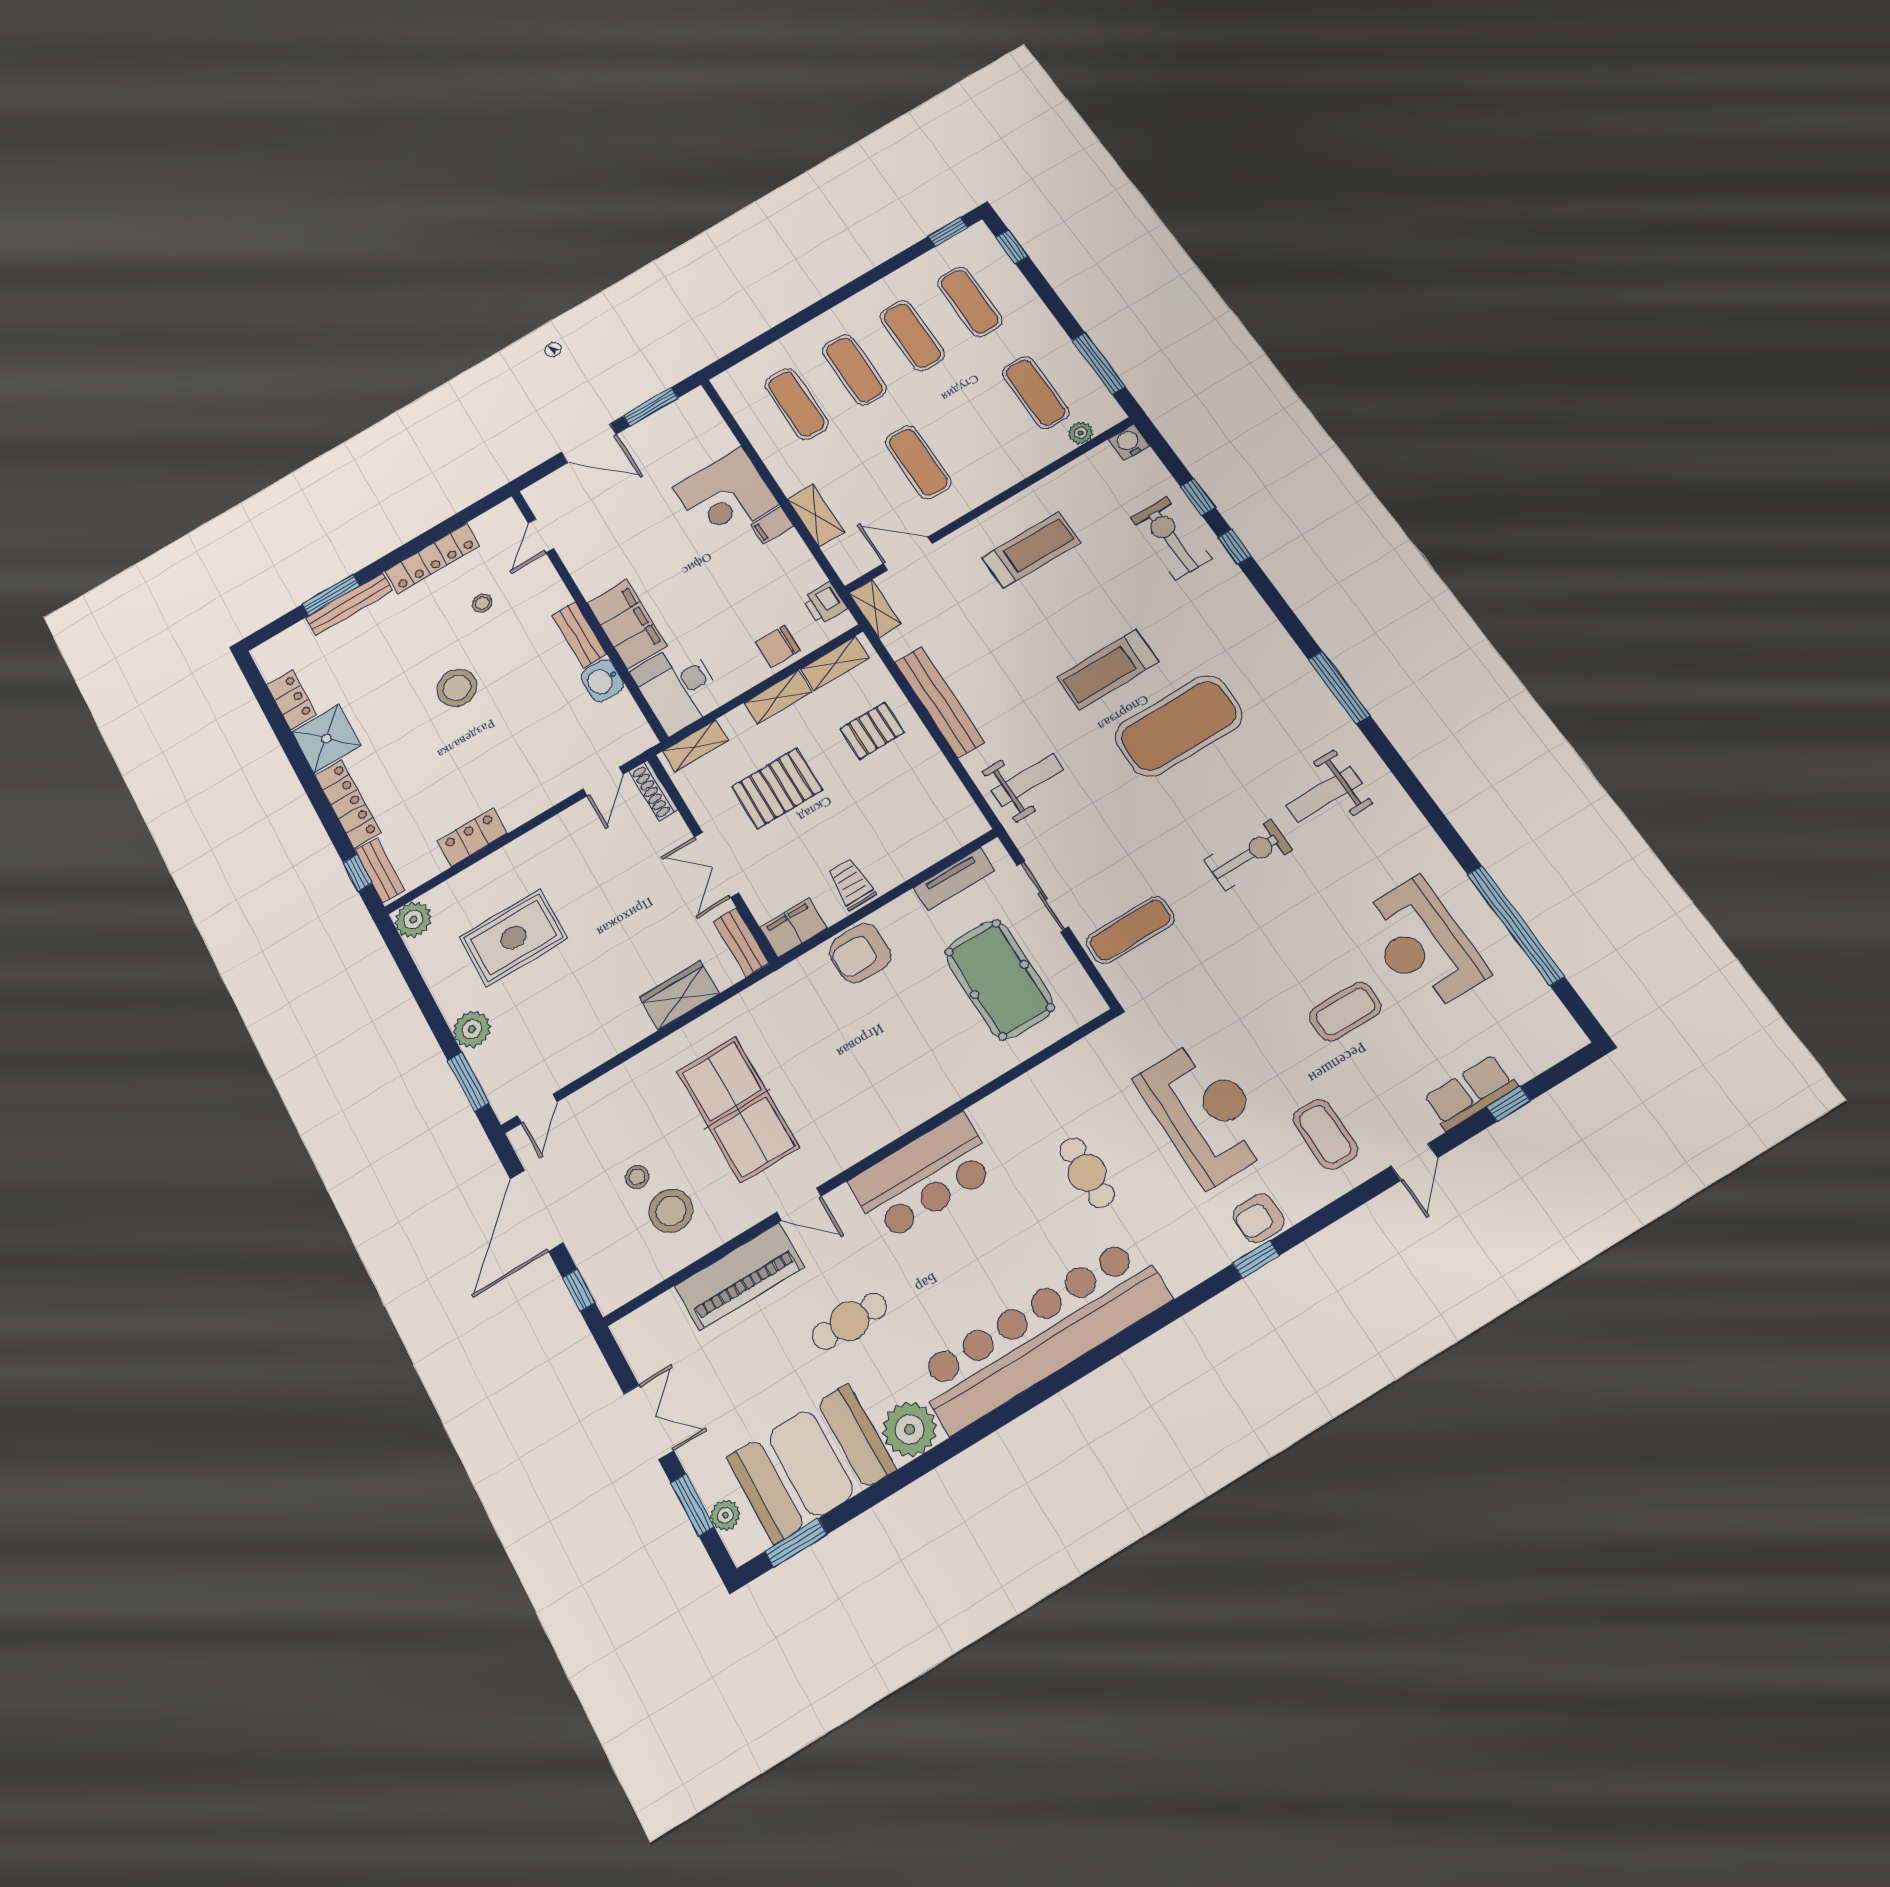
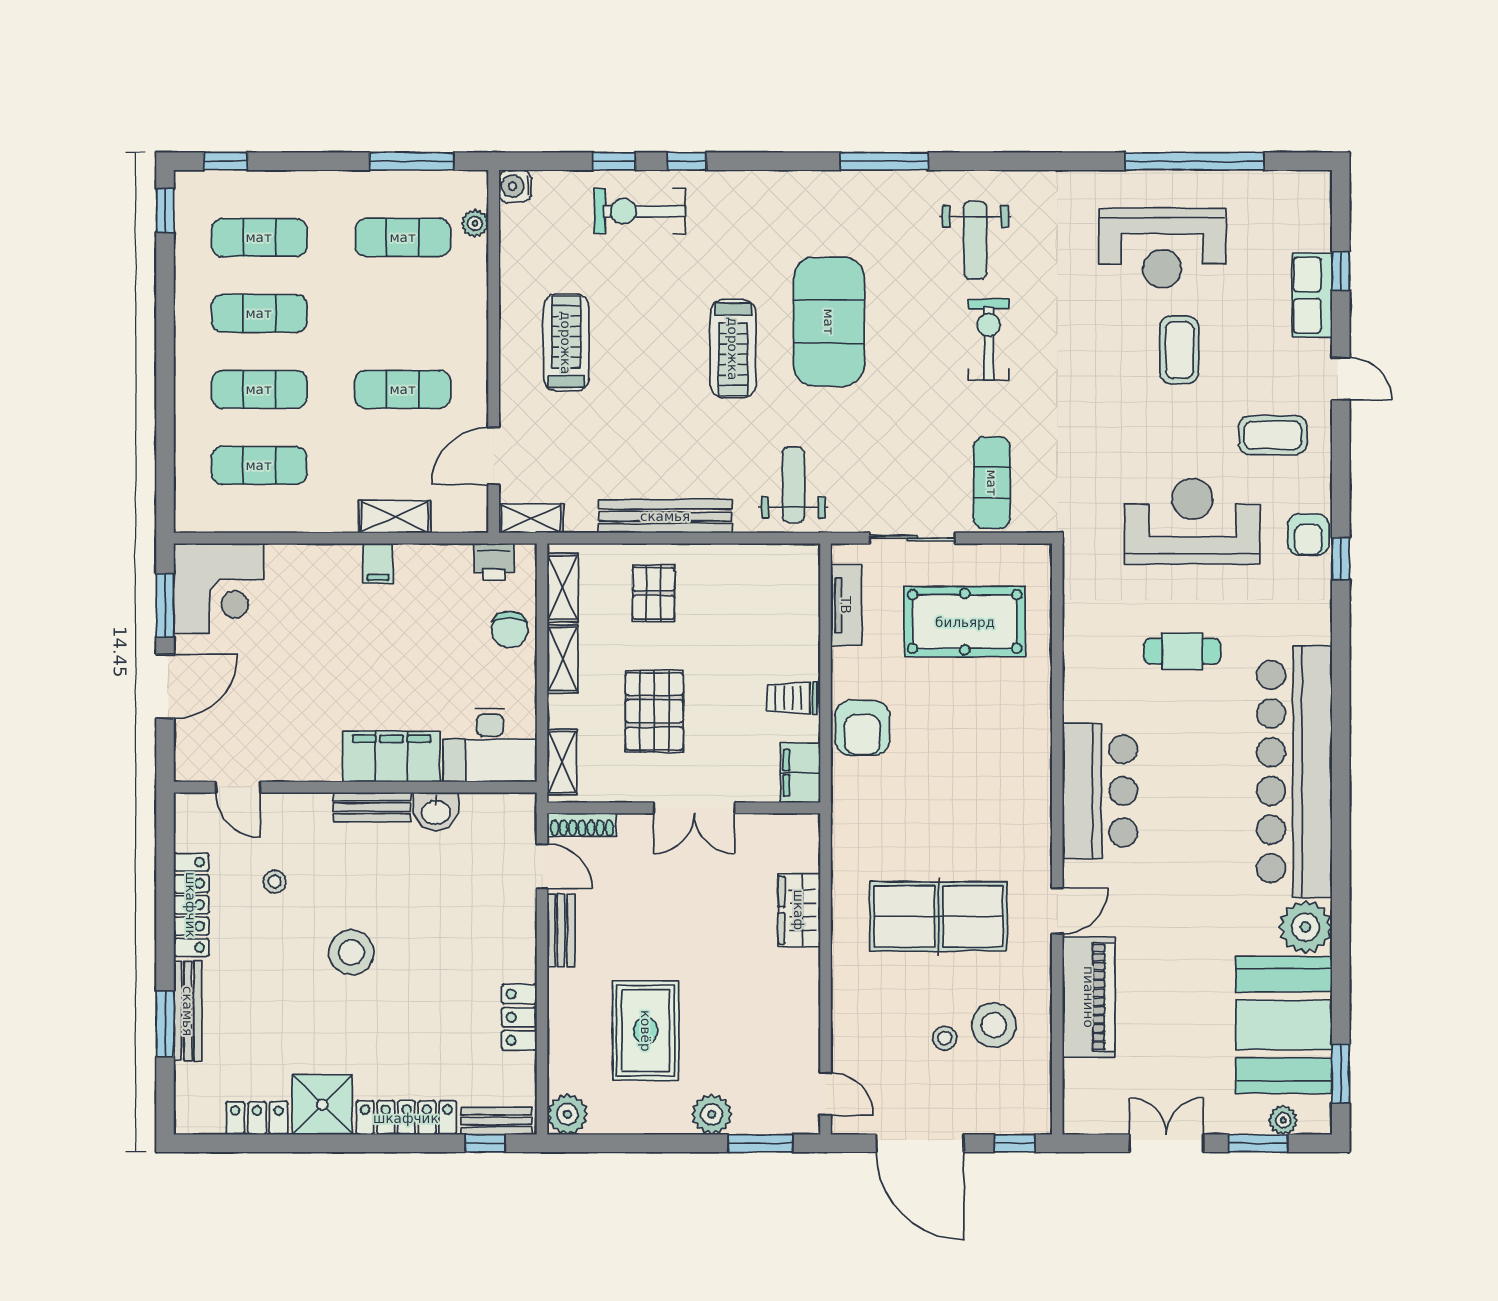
corner desk: (726, 496) -> (219, 588), moved
bench: (741, 942) -> (561, 930), moved, turned 90
cafe table: (849, 1321) -> (1185, 925), removed

